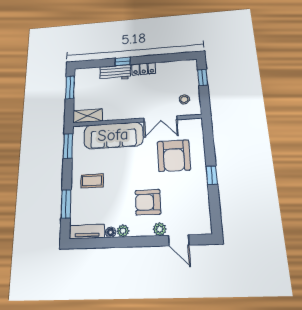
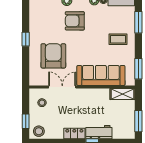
stool: (186, 68) -> (39, 131), added
armchair: (148, 202) -> (75, 21), turned 180

